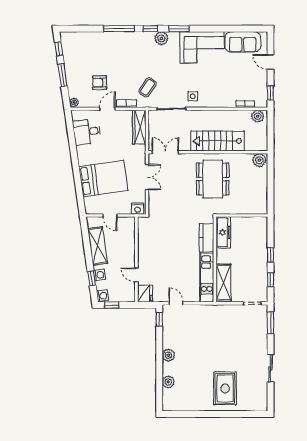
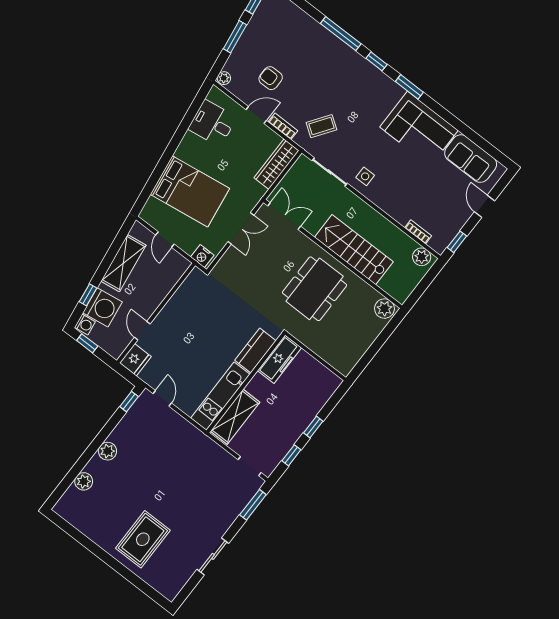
plant: (161, 38) -> (381, 82), removed
washing machine: (99, 275) -> (103, 307), width x1.89, depth x1.89

